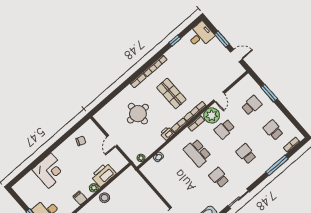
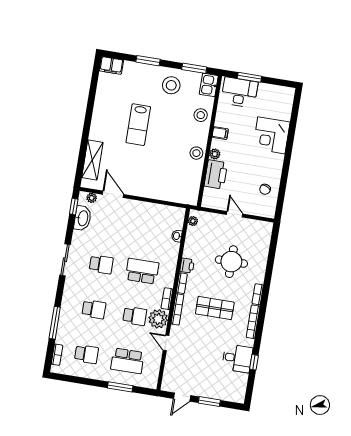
desk: (200, 35) -> (237, 358), moved, turned -90
school desk: (252, 105) -> (127, 361), width x1.85
school desk: (224, 129) -> (135, 316), turned 90

